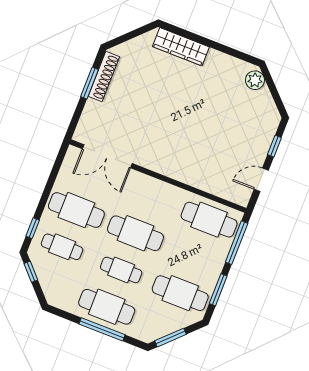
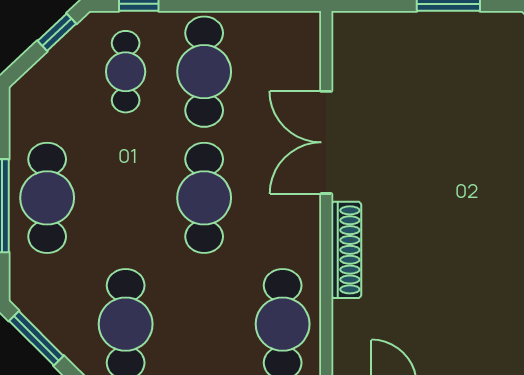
shoe rack: (104, 76) -> (346, 250), moved, turned -90
double door: (107, 156) -> (326, 142), moved
cafe table: (121, 270) -> (126, 198), removed

